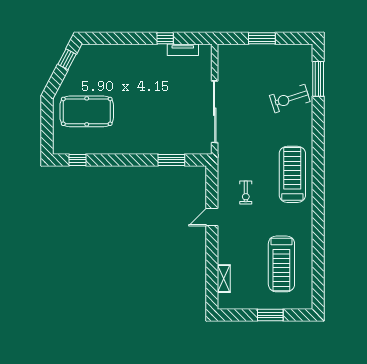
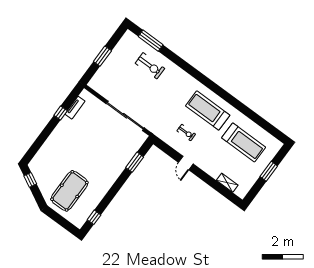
exercise bike: (290, 99) -> (150, 66), turned -72
treadmill: (292, 174) -> (208, 110), moved

